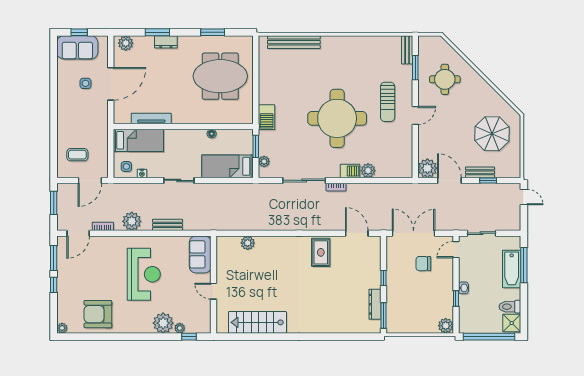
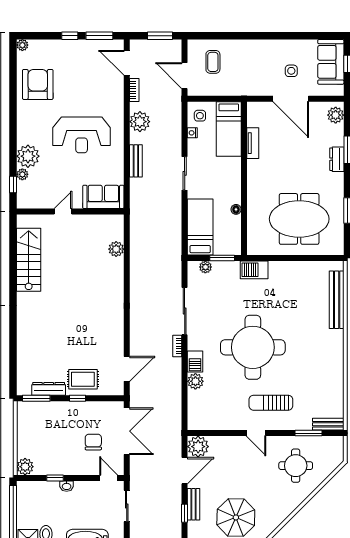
meeting table: (220, 76) -> (299, 219), turned 90
tv unit: (151, 118) -> (253, 143), width x0.71
rug: (321, 252) -> (83, 379), moved

